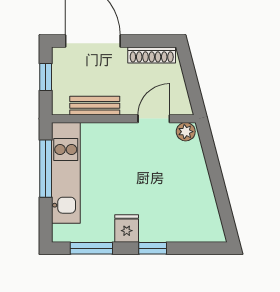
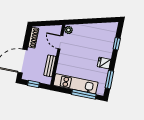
window: (46, 169) -> (84, 94), moved
window: (153, 248) -> (117, 44), moved

